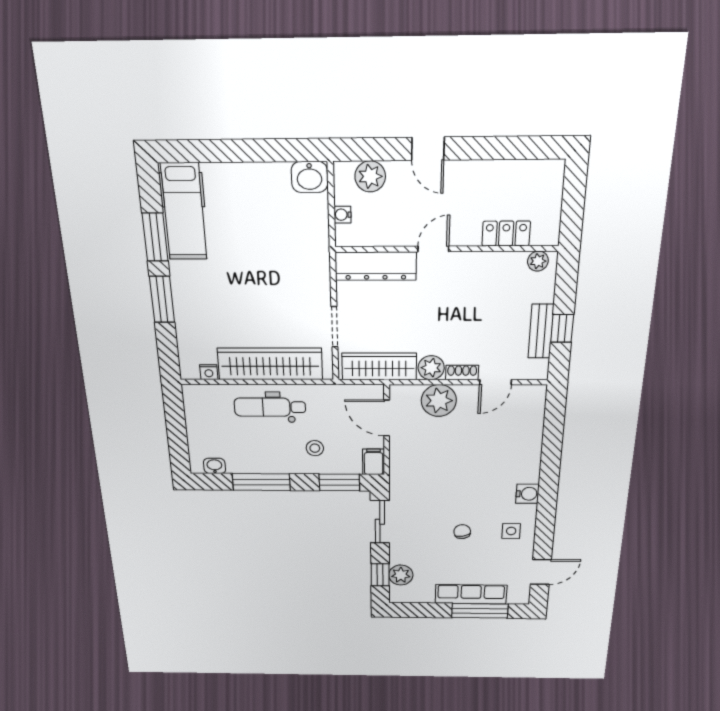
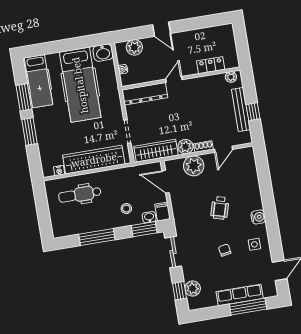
hospital bed: (260, 231) -> (80, 85), added
bench: (541, 331) -> (241, 109), width x1.36
dental chair: (270, 407) -> (80, 194), moved
washbasin: (215, 466) -> (149, 217), moved
wheelchair: (468, 471) -> (220, 208), added

